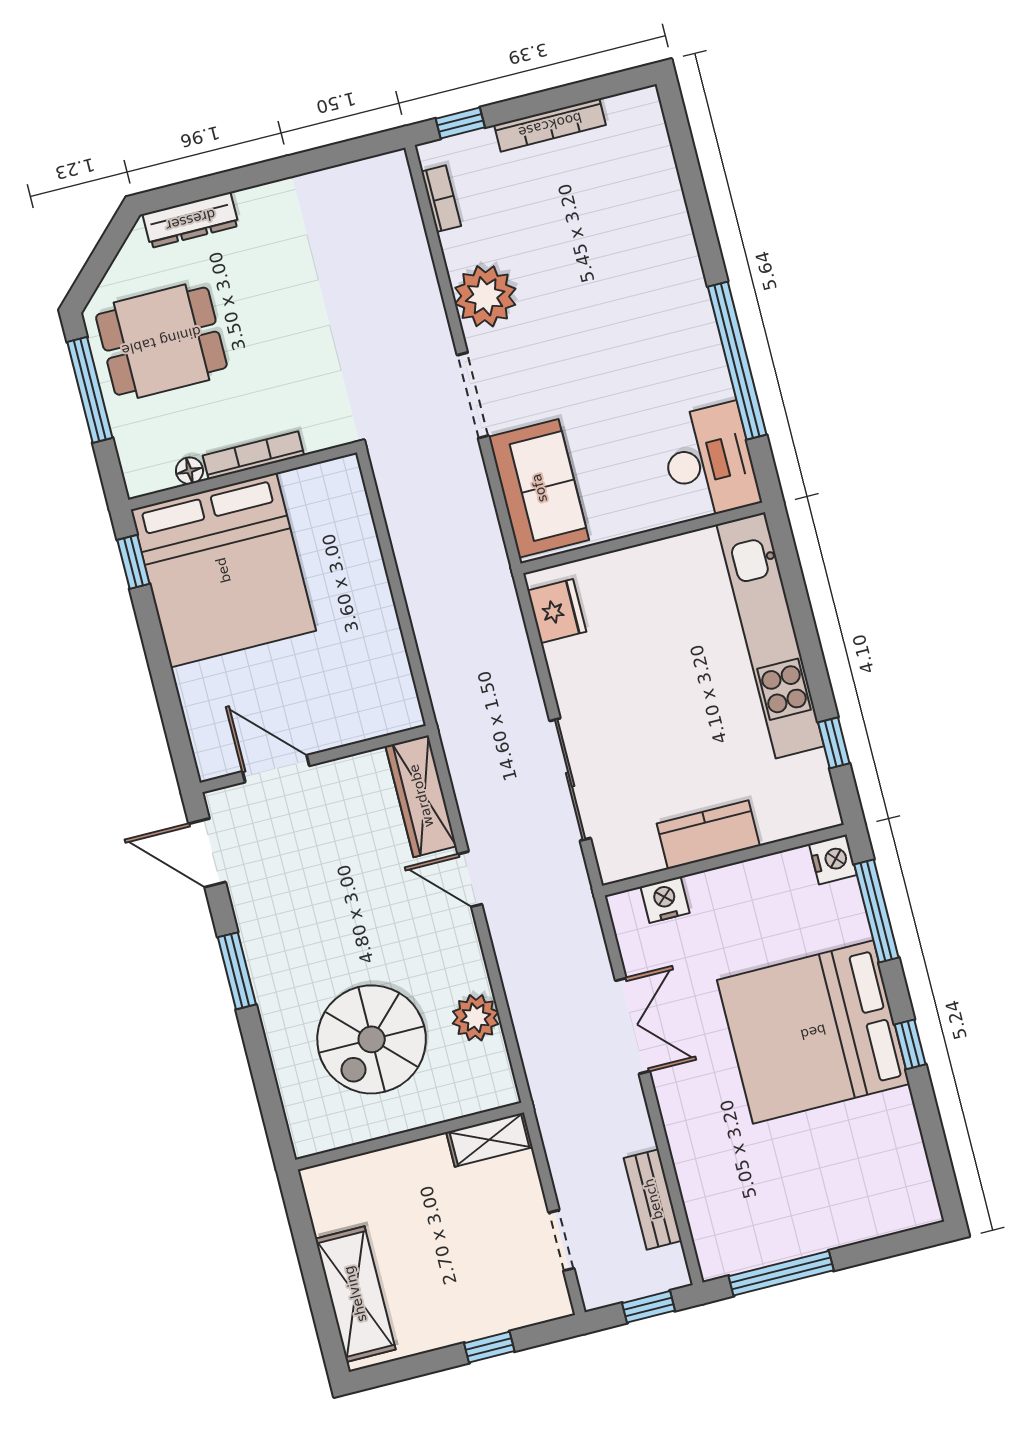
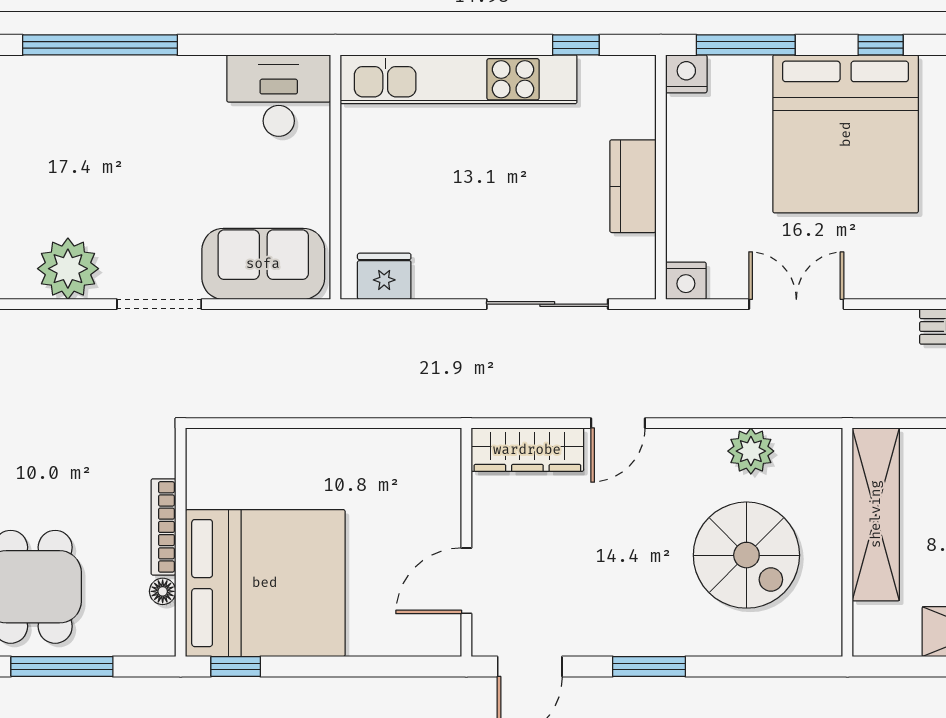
window: (737, 361) -> (100, 45), moved
nightstand: (665, 900) -> (686, 281), moved, turned -90
shelving: (489, 1140) -> (876, 514), width x2.20, depth x1.33

